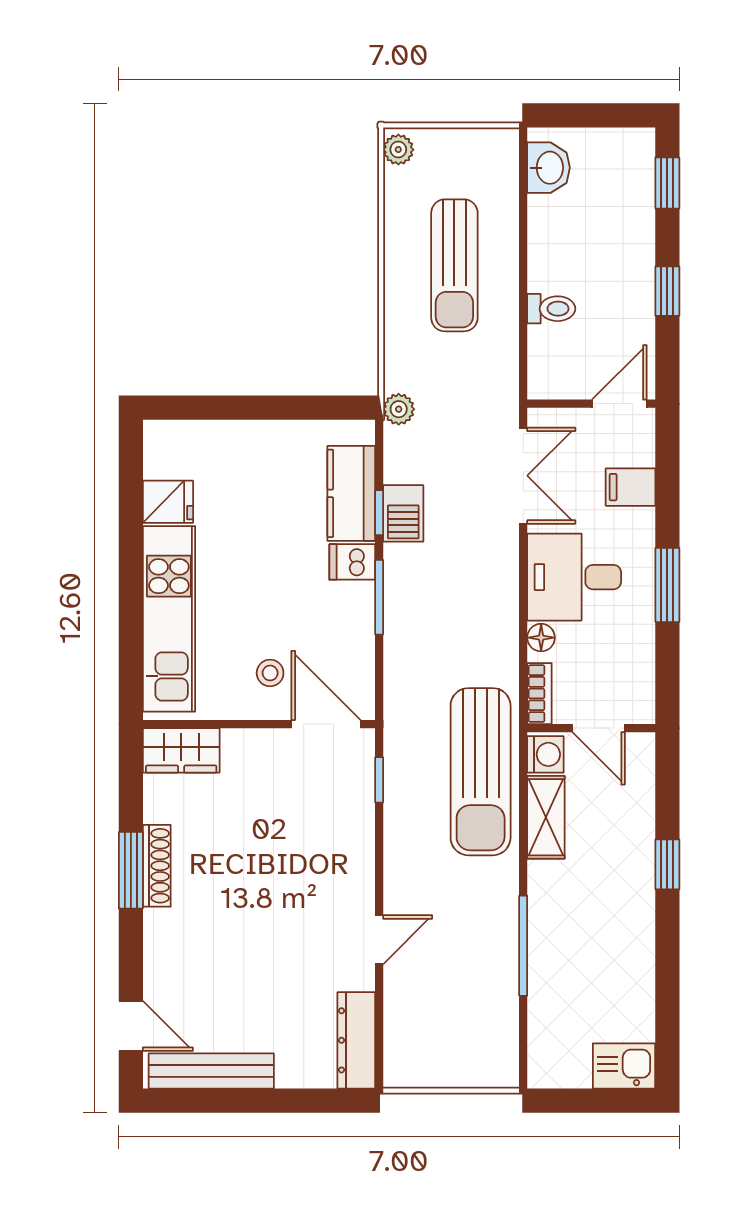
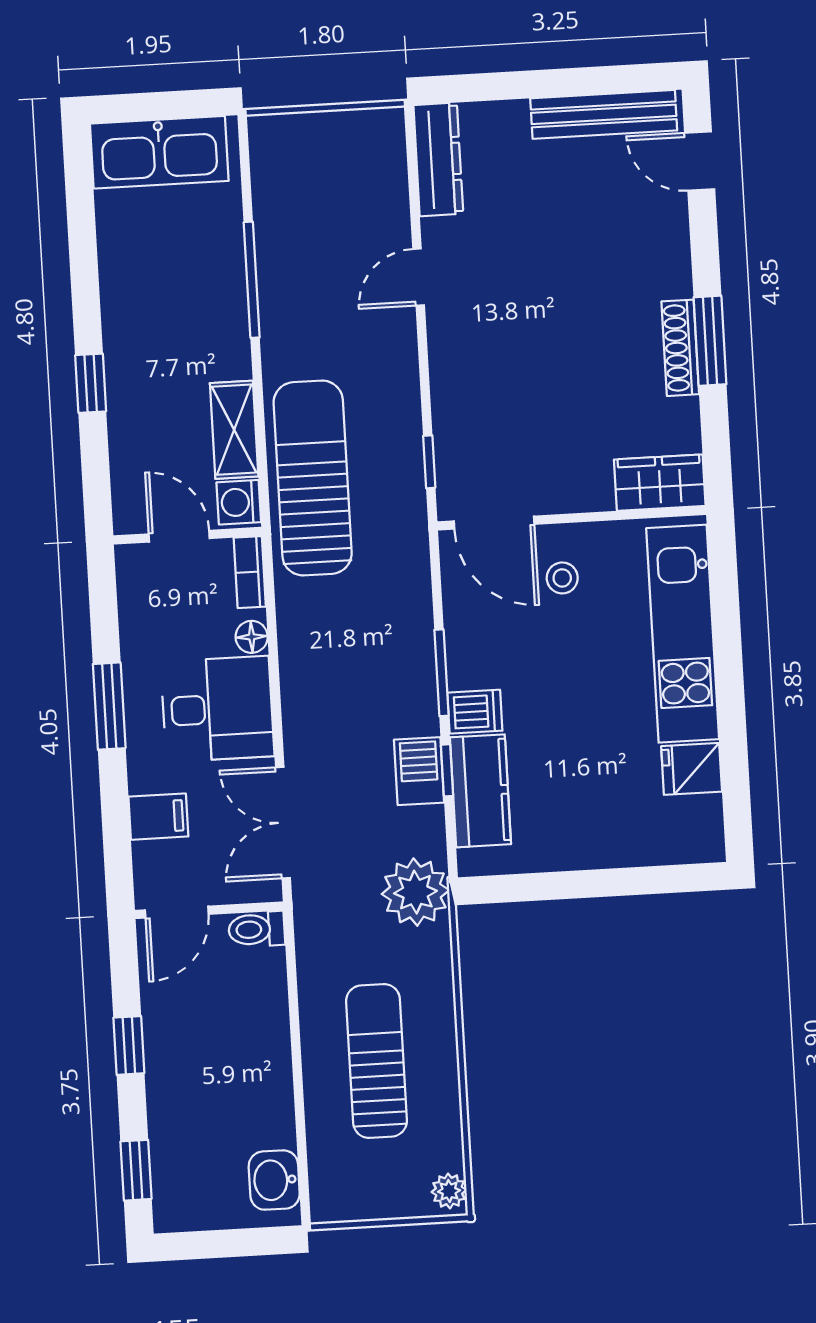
toilet: (551, 309) -> (257, 929), moved
plant: (399, 409) -> (415, 892), width x1.88, depth x1.88
kitchen sink: (624, 1066) -> (159, 152), width x1.88, depth x1.24

